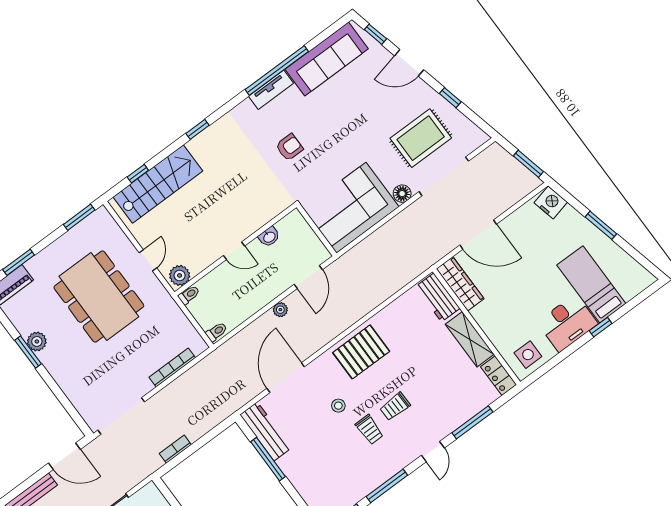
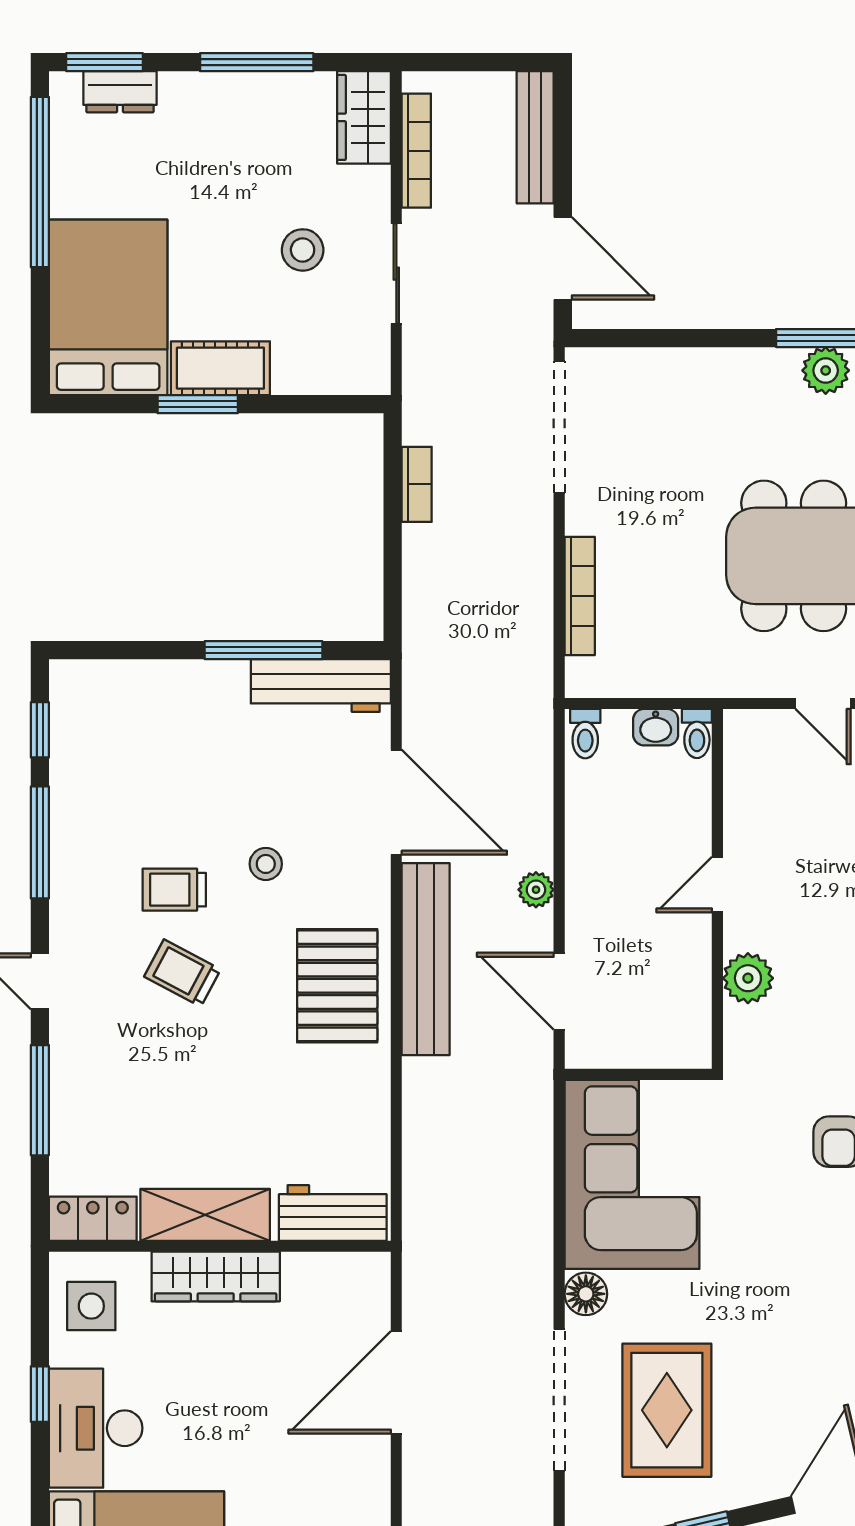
washbasin: (269, 237) -> (656, 727), moved, turned -90
plant: (180, 275) -> (748, 978), moved
wardrobe: (460, 284) -> (216, 1276), moved
window: (601, 327) -> (40, 1394), moved
bench: (331, 329) -> (426, 959), added
trolley: (395, 406) -> (182, 973), turned -61
door: (64, 456) -> (563, 258), swing flipped

